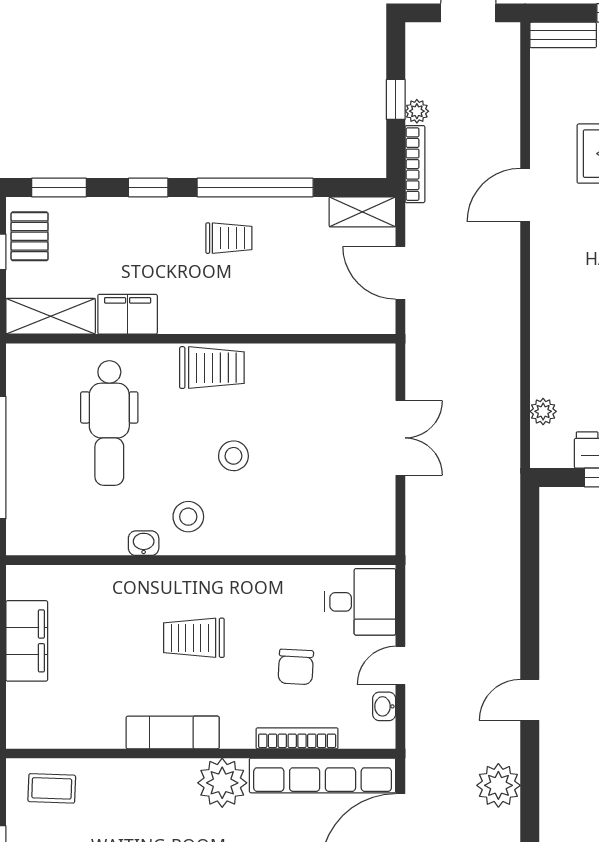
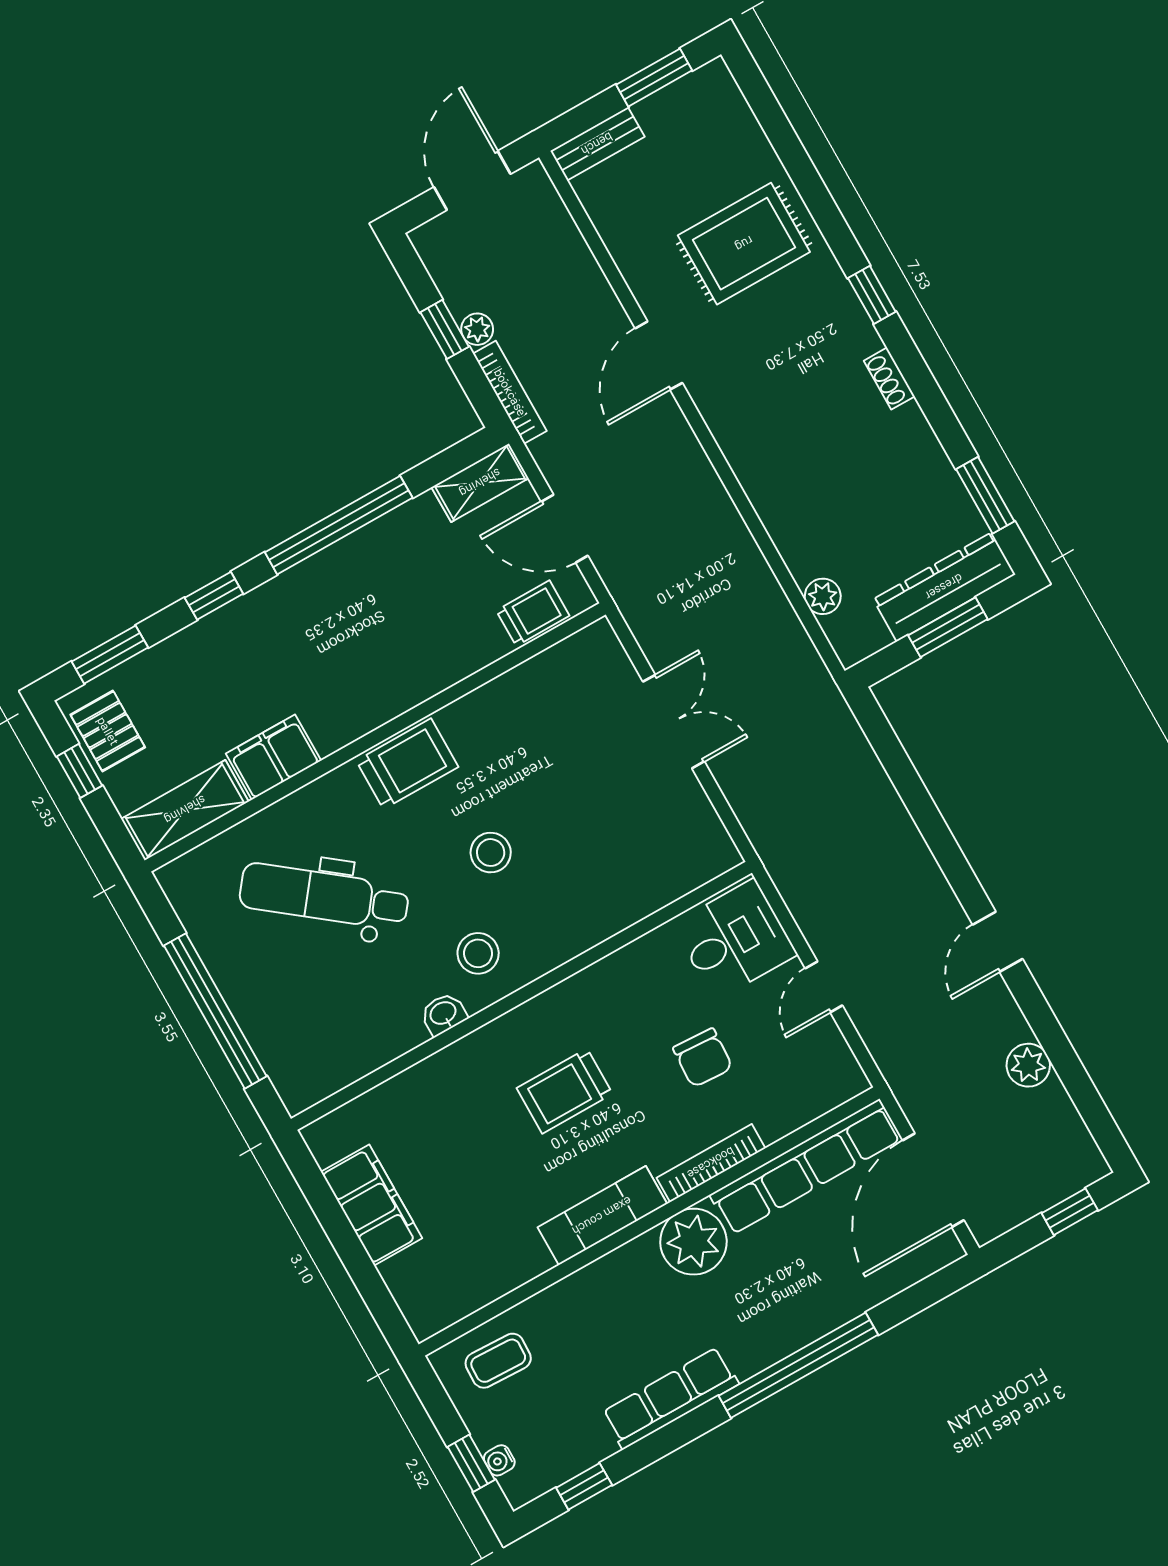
trolley: (229, 238) -> (533, 613), moved
dental chair: (109, 423) -> (324, 896), turned 128
washbasin: (384, 706) -> (832, 1046), removed
bookcase: (297, 738) -> (711, 1163), moved
plant: (498, 785) -> (1028, 1065), width x0.73, depth x0.73

